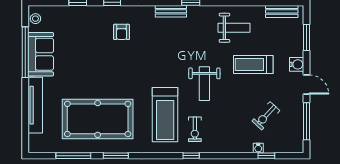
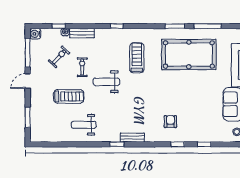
bench: (282, 11) -> (82, 33), moved
water cooler: (297, 64) -> (35, 34), moved
weight bench: (204, 84) -> (106, 82), turned -90
door: (307, 84) -> (28, 81), hinge flipped
treadmill: (165, 115) -> (137, 58), width x0.73, depth x0.73
exercise bike: (195, 129) -> (82, 67), moved

